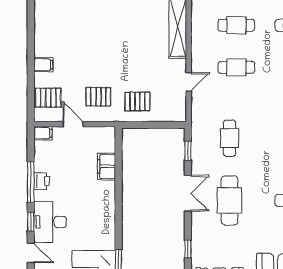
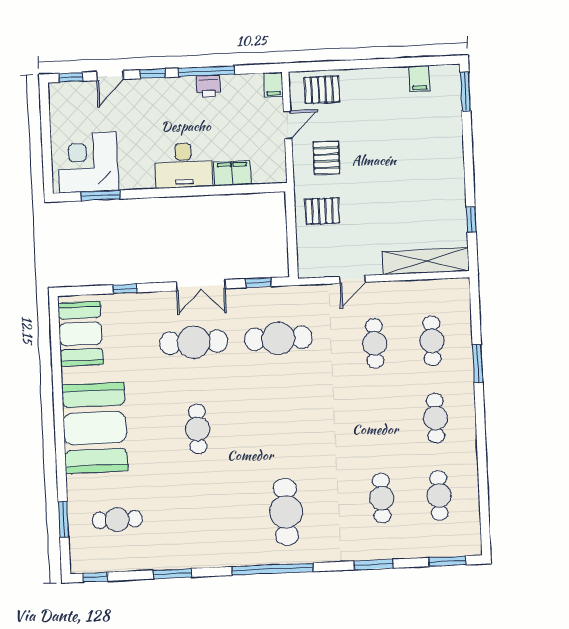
filing cabinet: (43, 65) -> (419, 79), moved
door: (189, 82) -> (352, 279), hinge flipped
pallet: (48, 98) -> (322, 90), turned 90
pallet: (137, 102) -> (322, 211), turned 90
cafe table: (229, 138) -> (278, 338), width x1.37, depth x1.35
desk: (50, 222) -> (184, 165), moved, turned 180

